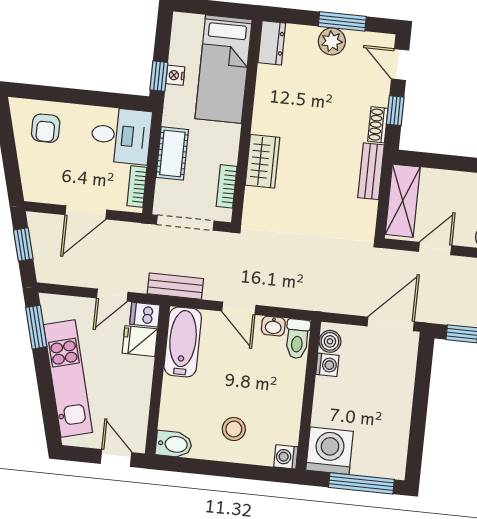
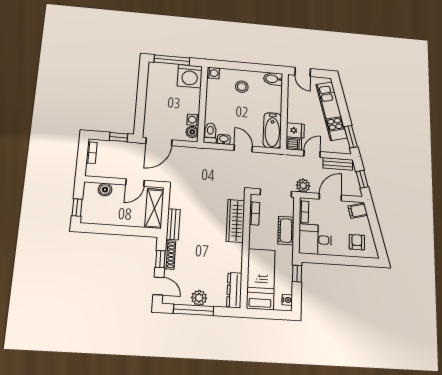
window: (342, 21) -> (194, 310), width x1.44
dresser: (272, 43) -> (234, 290), width x1.44
nightstand: (175, 75) -> (287, 300), moved
shoe rack: (378, 125) -> (170, 255), width x1.43
wardrobe: (262, 161) -> (236, 221), width x1.50
filing cabinet: (38, 186) -> (358, 211), added
plant: (134, 235) -> (303, 186), added
bench: (175, 286) -> (338, 164), moved

